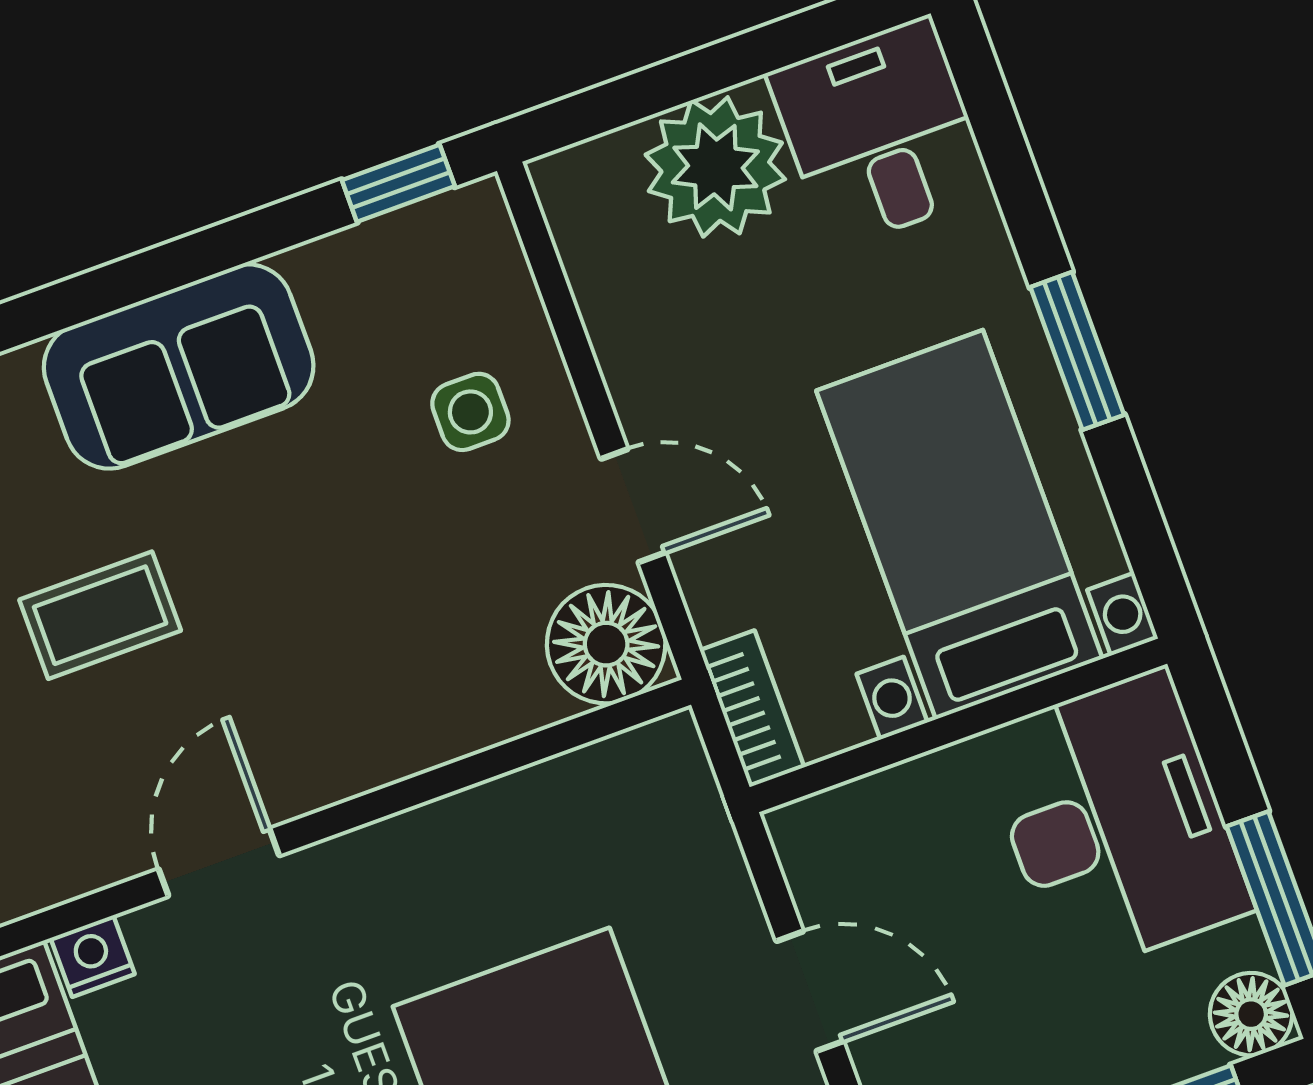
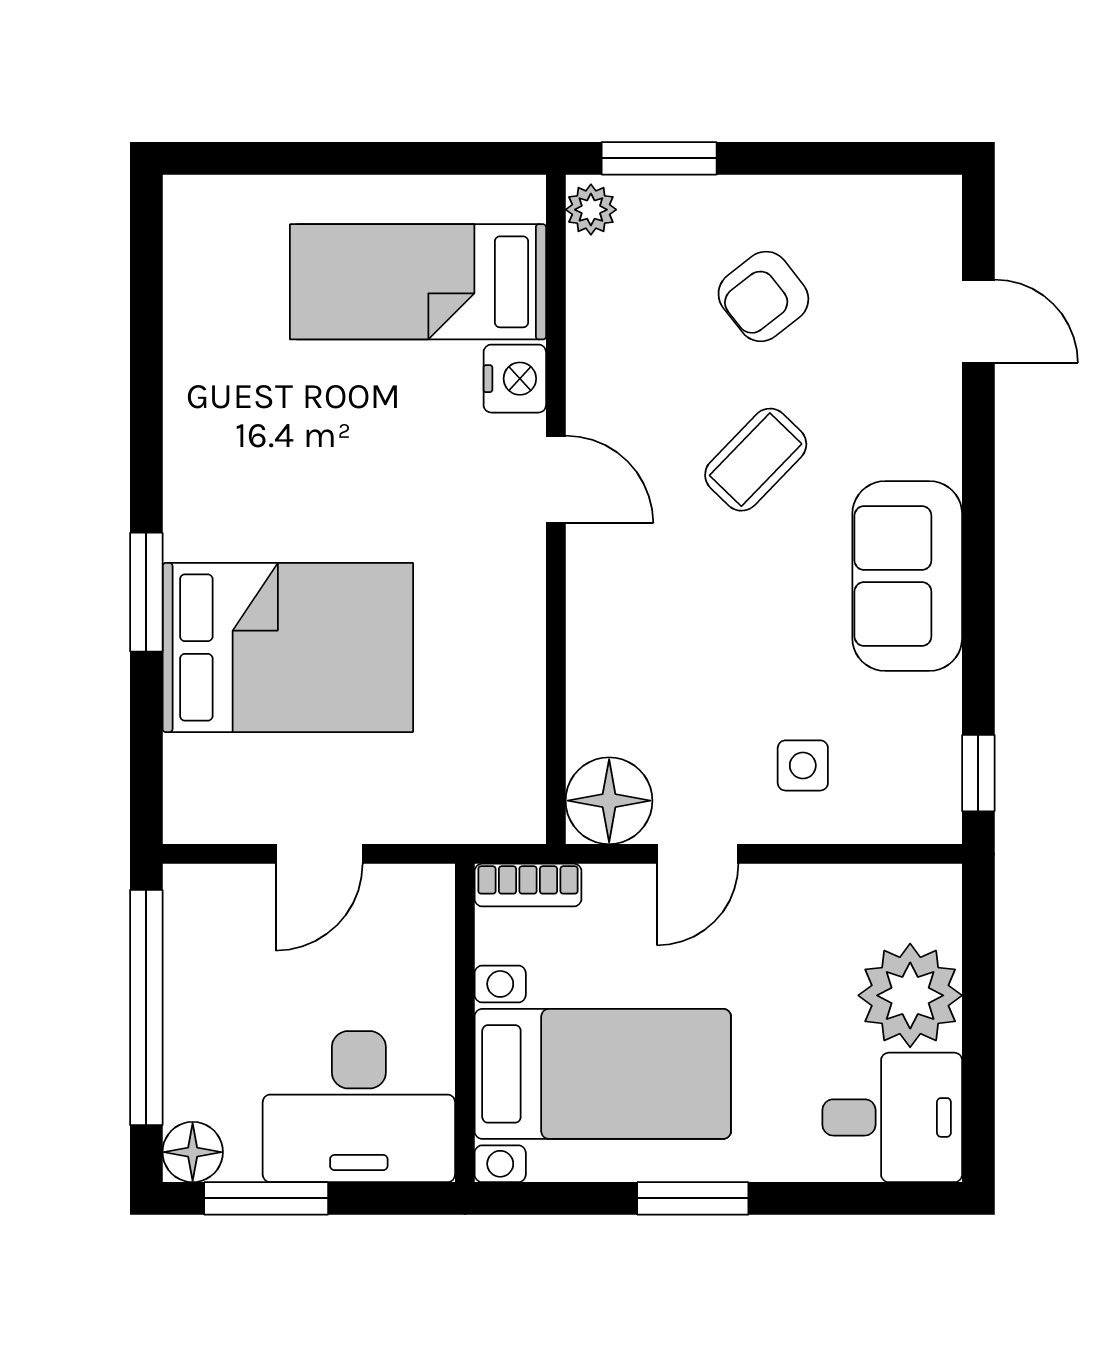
coffee table: (100, 615) -> (756, 460), turned 44
nightstand: (93, 956) -> (515, 379), width x1.39, depth x1.35

